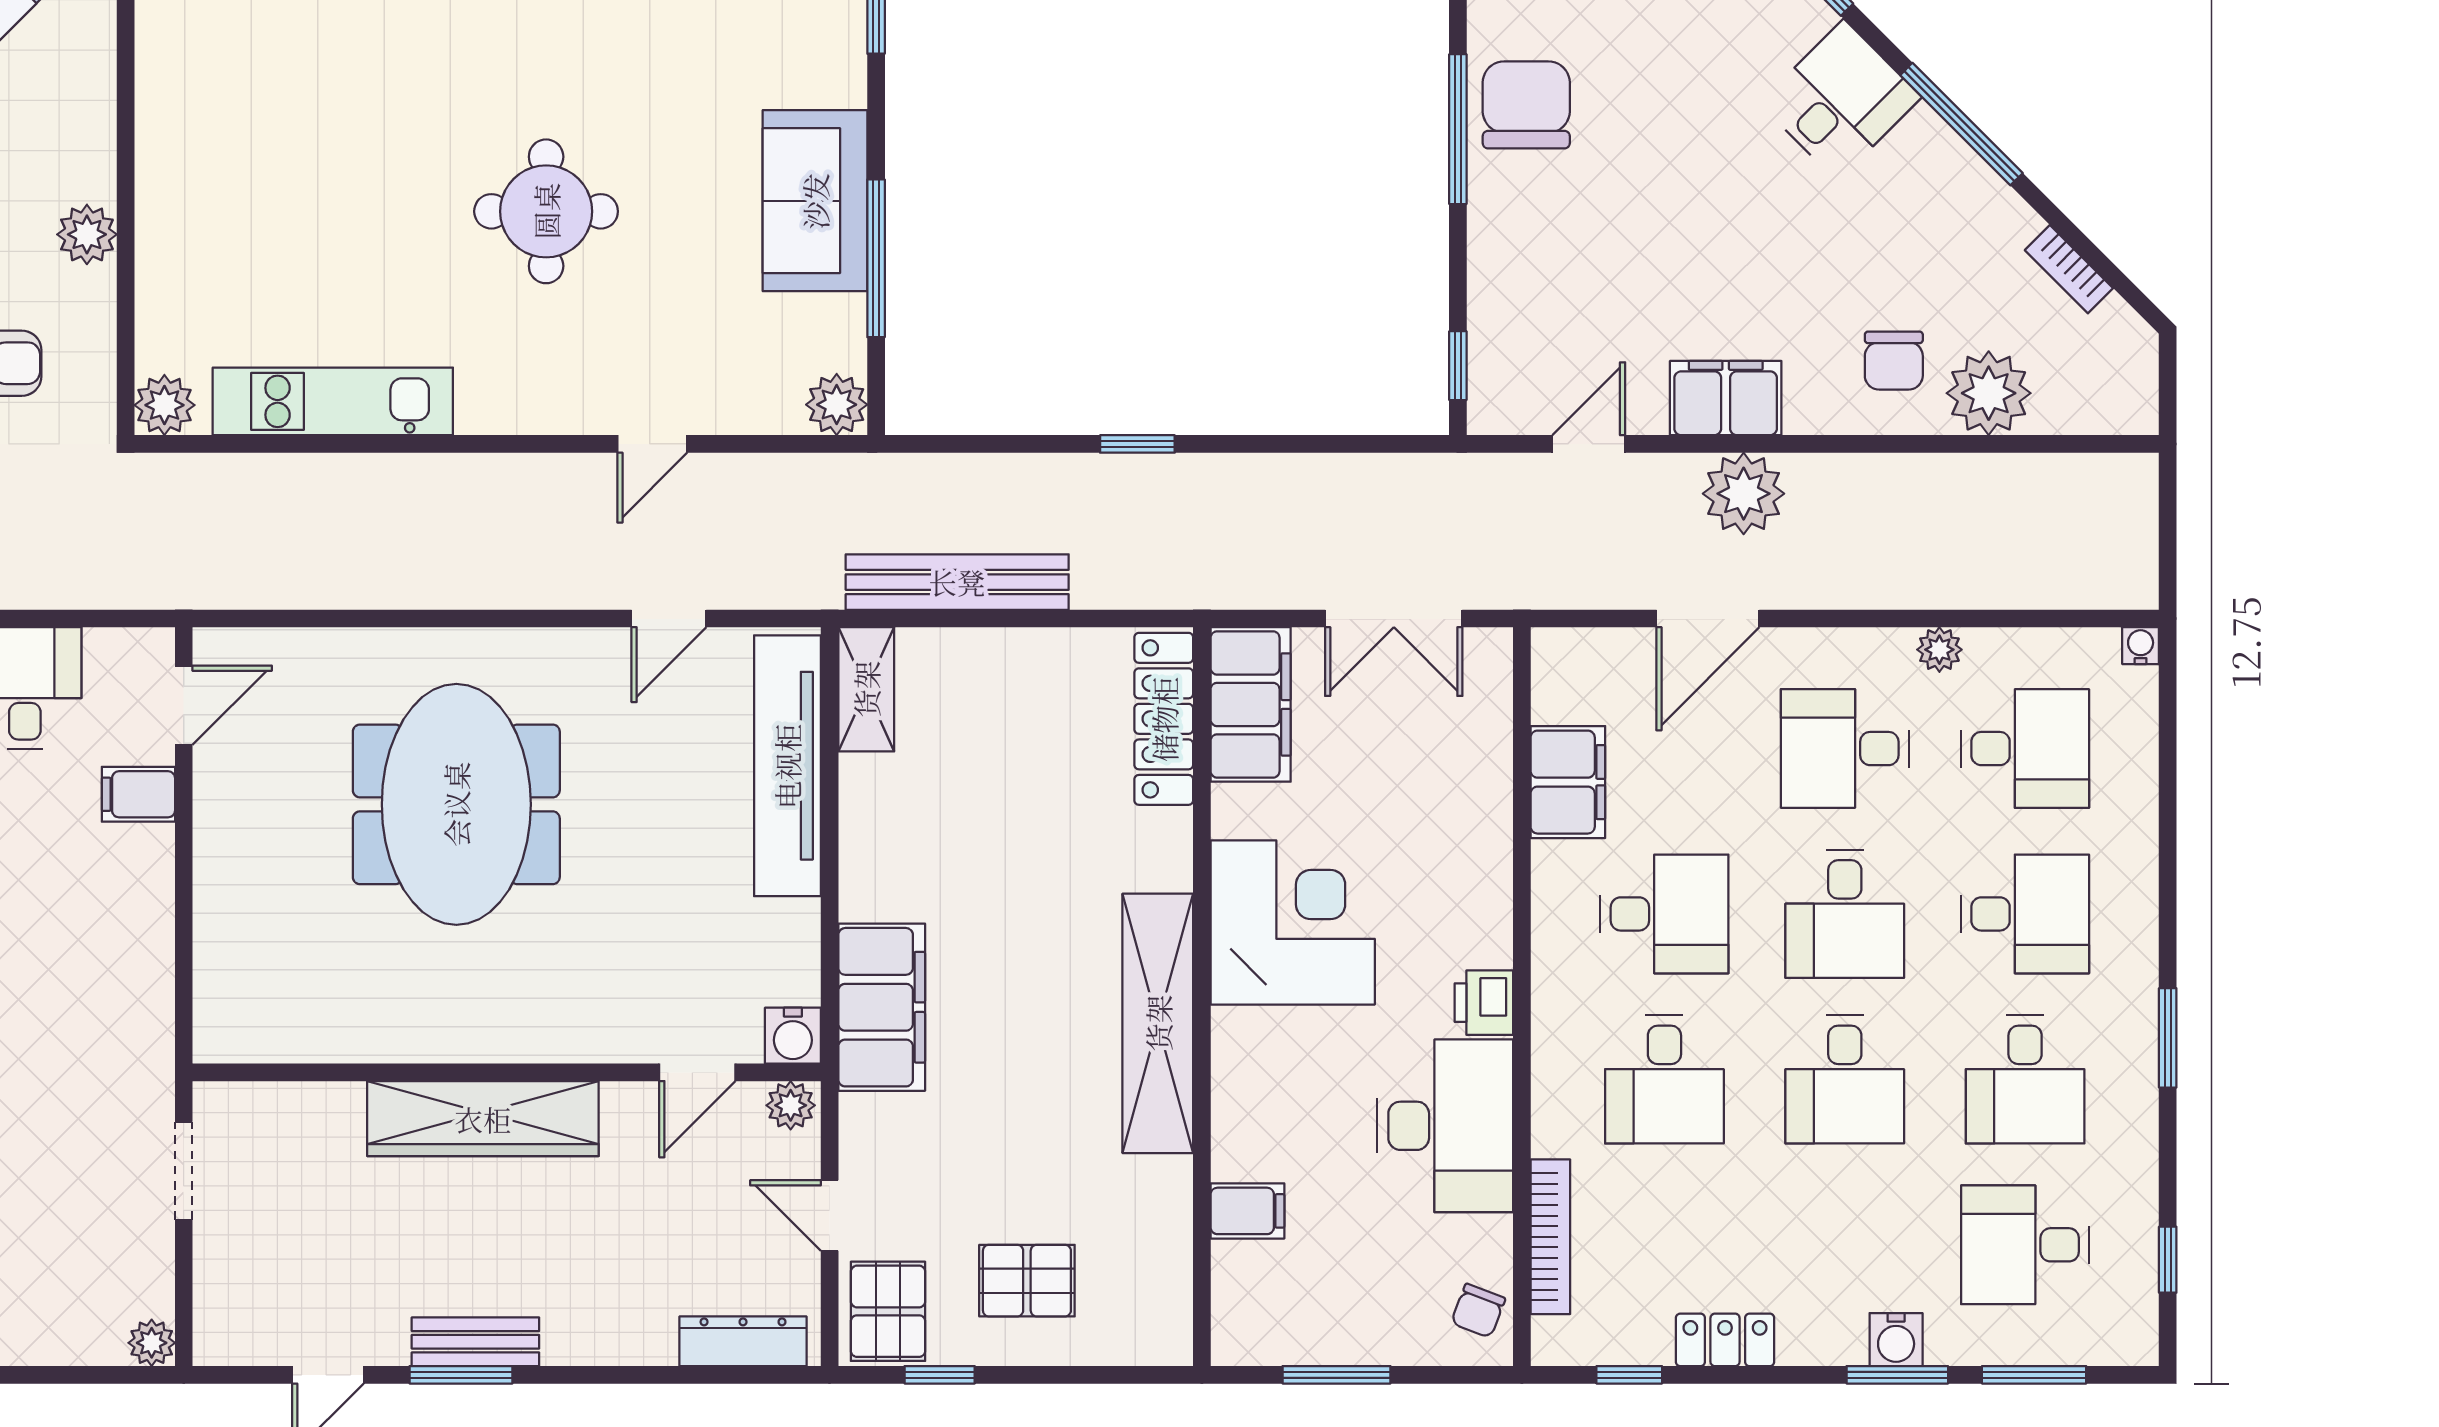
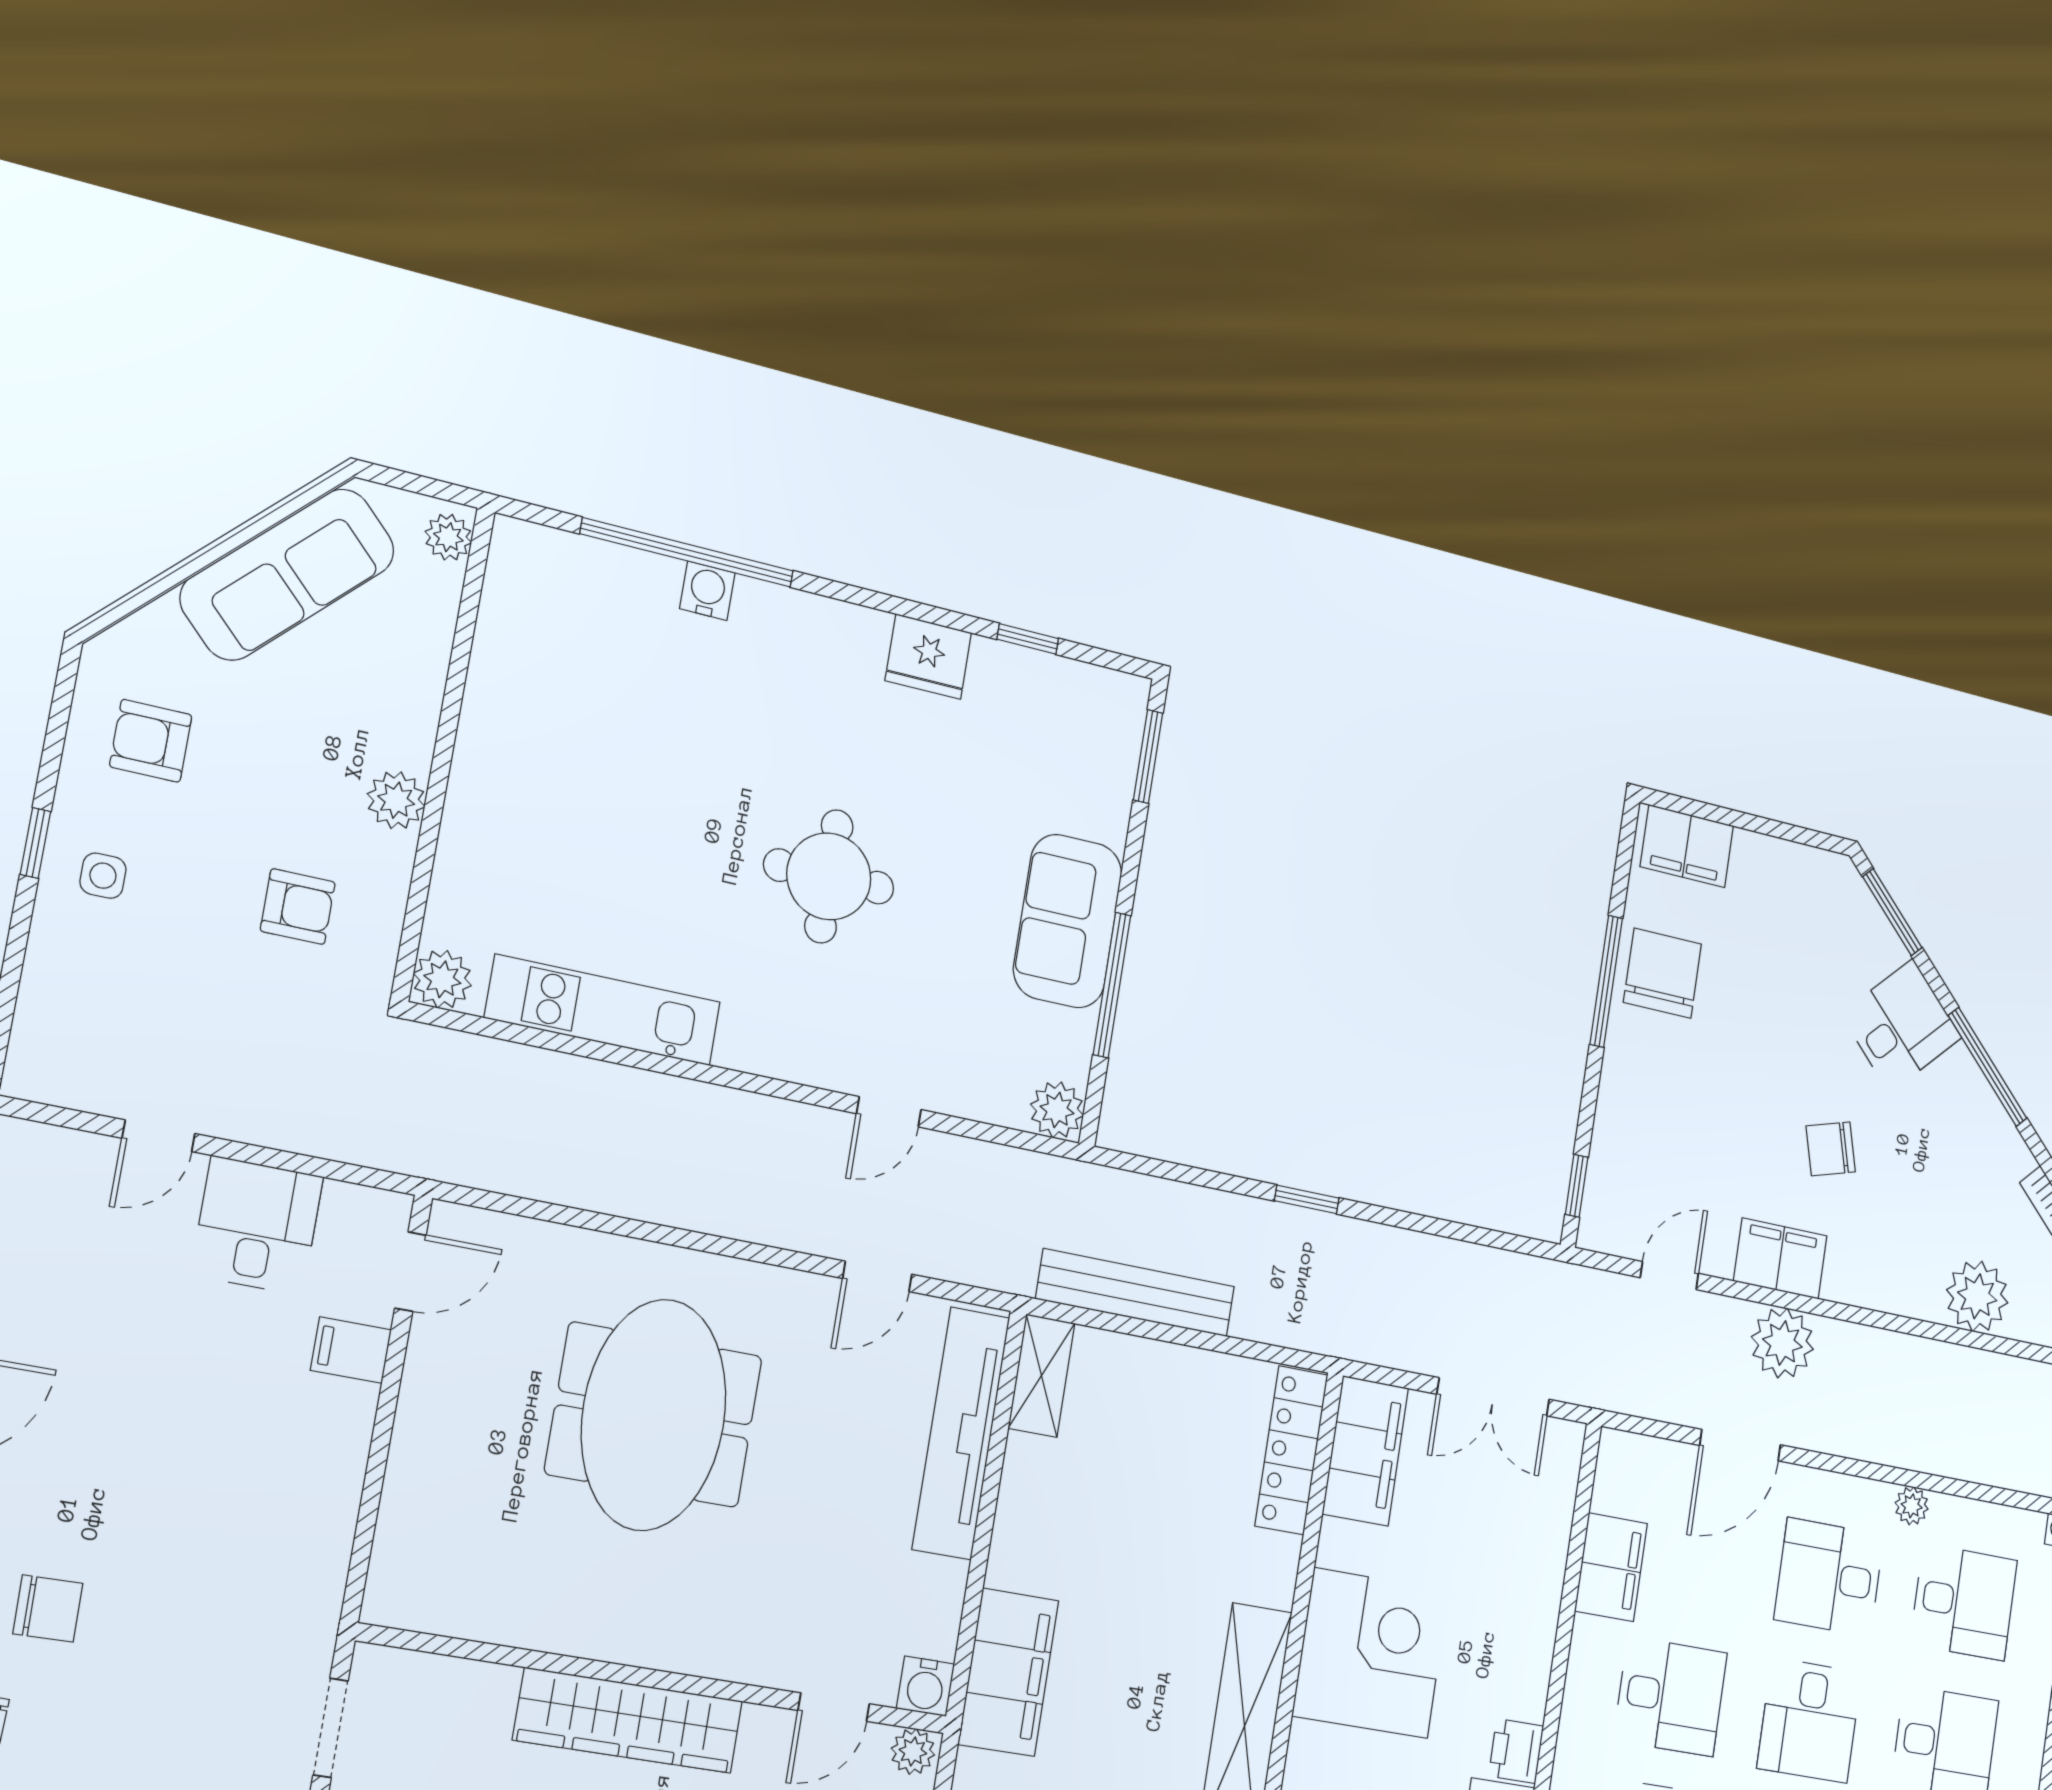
chair: (1894, 361) -> (1831, 1149), moved, turned 74

